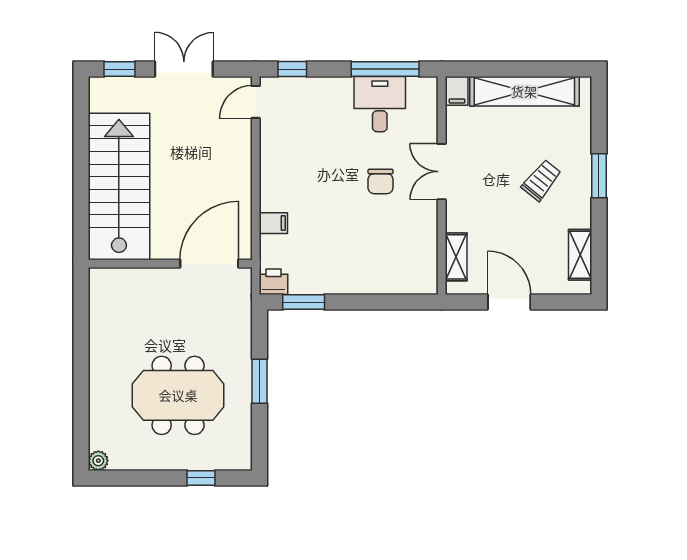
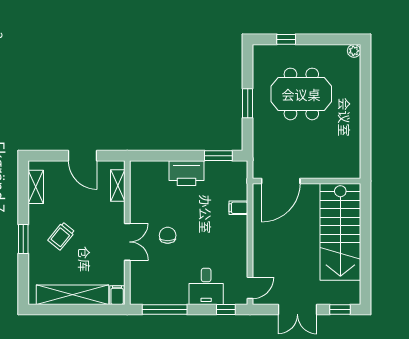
desk: (380, 104) -> (206, 286), moved
printer: (274, 282) -> (186, 173), moved, width x1.87, depth x1.48

